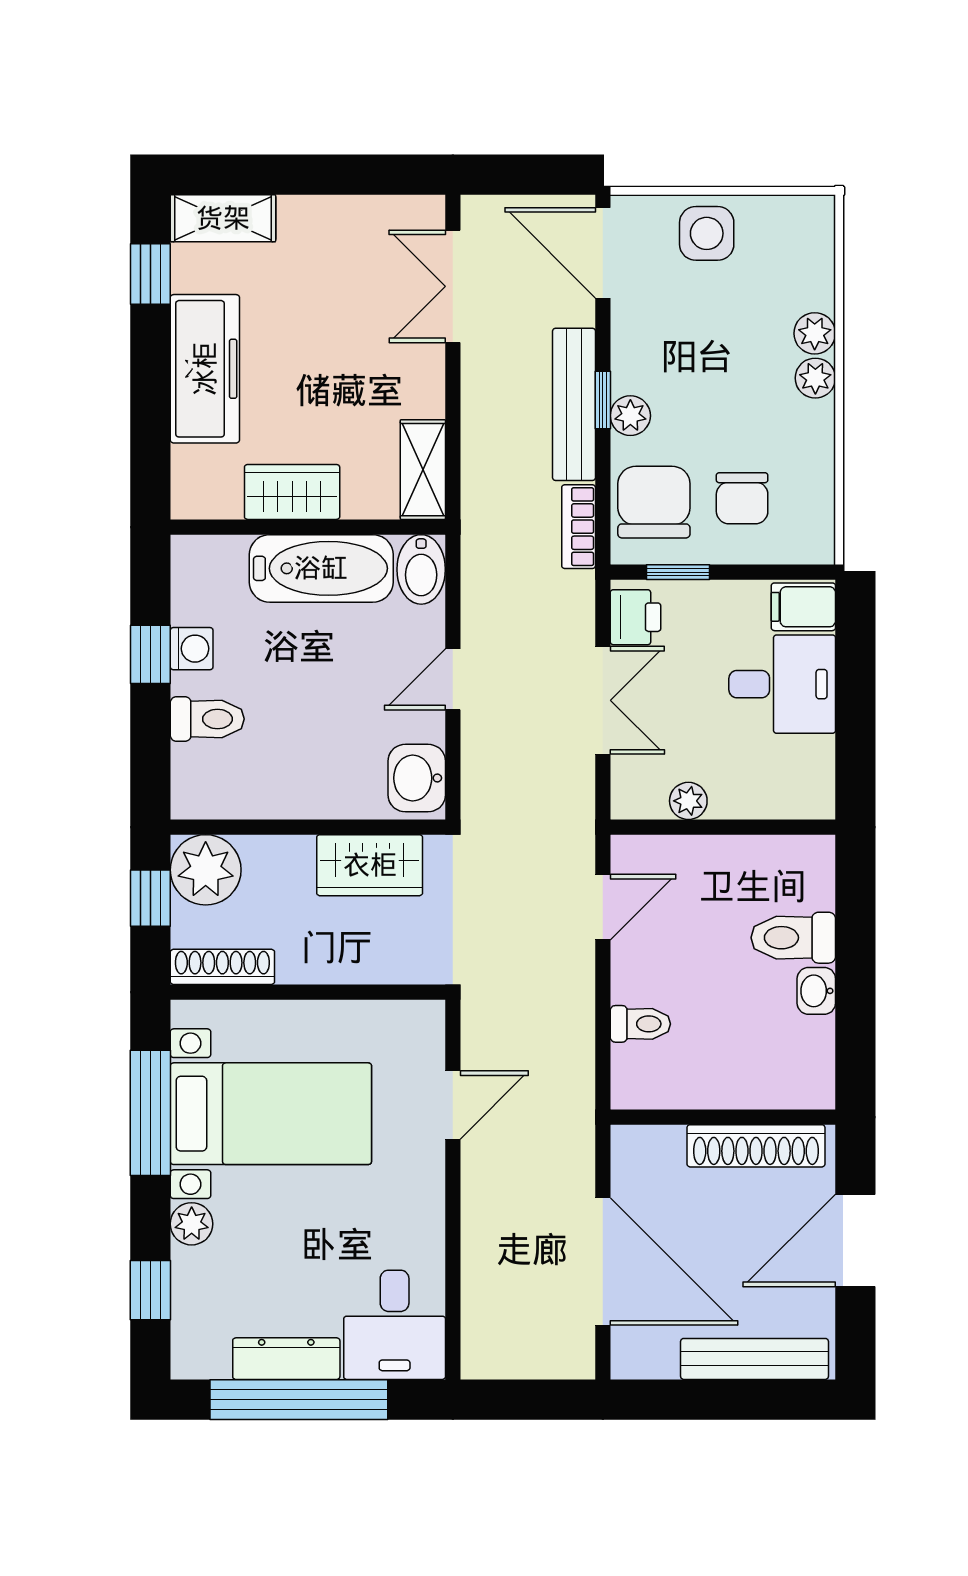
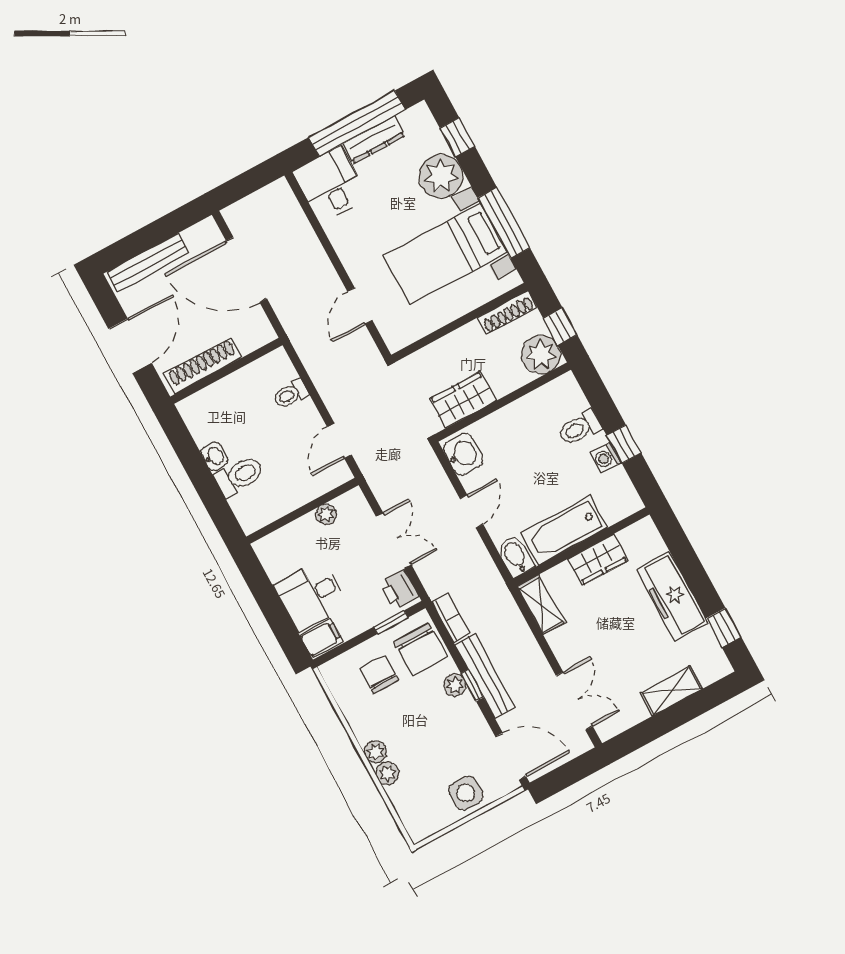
shelving: (223, 218) -> (671, 691), moved
double door: (603, 700) -> (394, 541), swing flipped
plant: (192, 1224) -> (441, 176), width x1.87, depth x1.87

